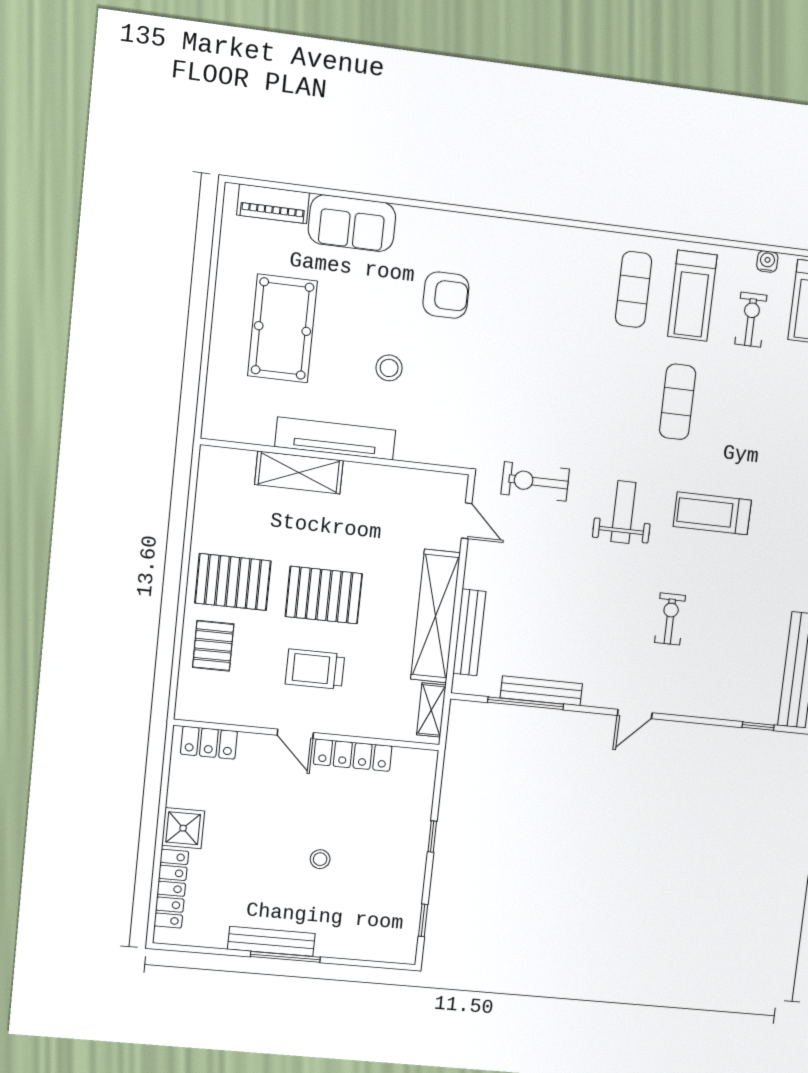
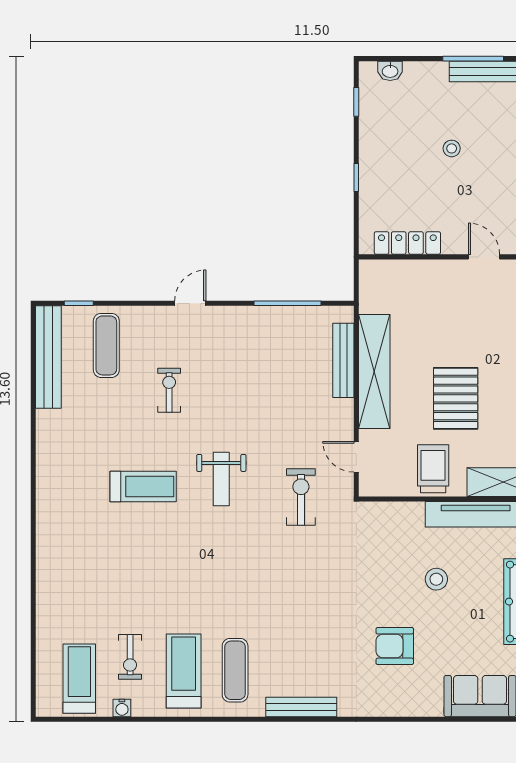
exercise mat: (678, 402) -> (106, 345), moved
exercise bike: (535, 481) -> (301, 497), turned -90
pallet: (324, 595) -> (456, 398), moved, turned 90
exercise bike: (670, 619) -> (169, 390), turned 180
trolley: (315, 669) -> (433, 469), moved, turned -90
bench: (541, 691) -> (301, 707), moved
shelving: (431, 710) -> (369, 289), removed
locker: (353, 755) -> (407, 243), moved
washbasin: (381, 951) -> (390, 71), added

